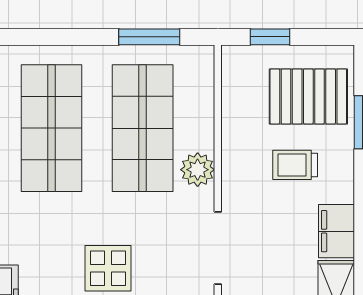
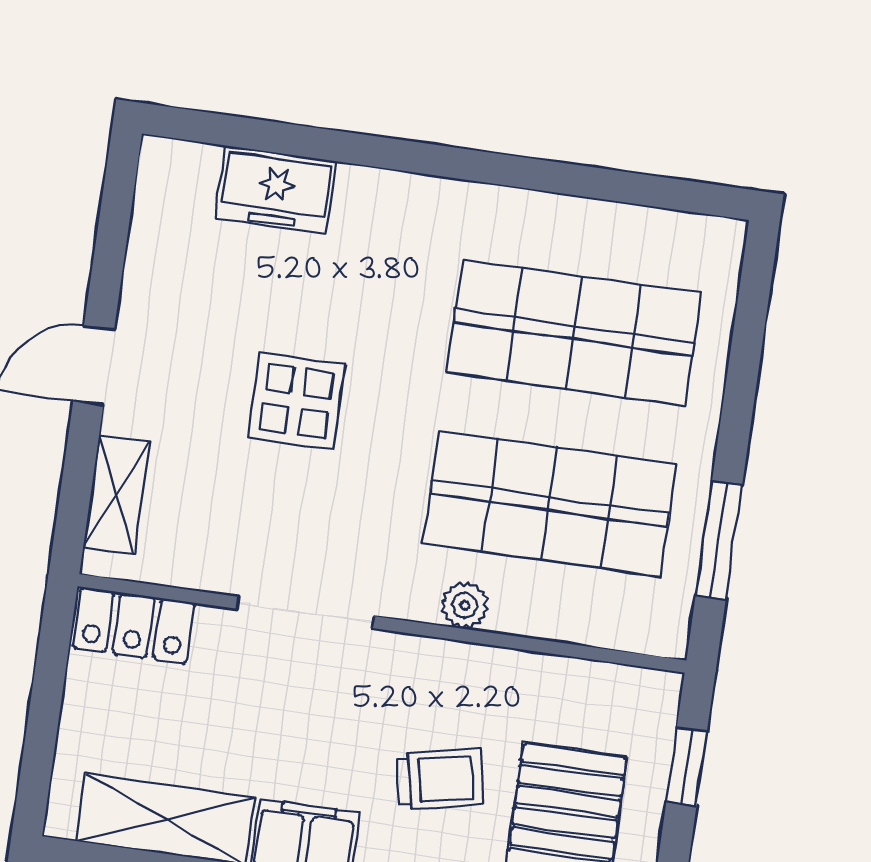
trolley: (295, 165) -> (440, 779), turned 78
plant: (198, 170) -> (465, 605), width x0.73, depth x0.73

